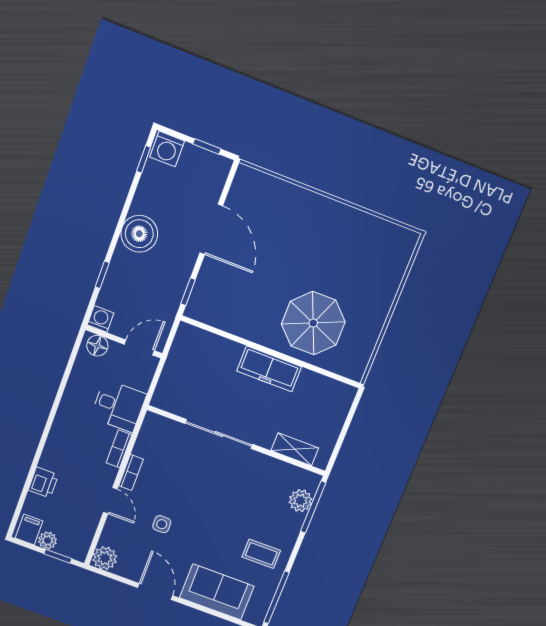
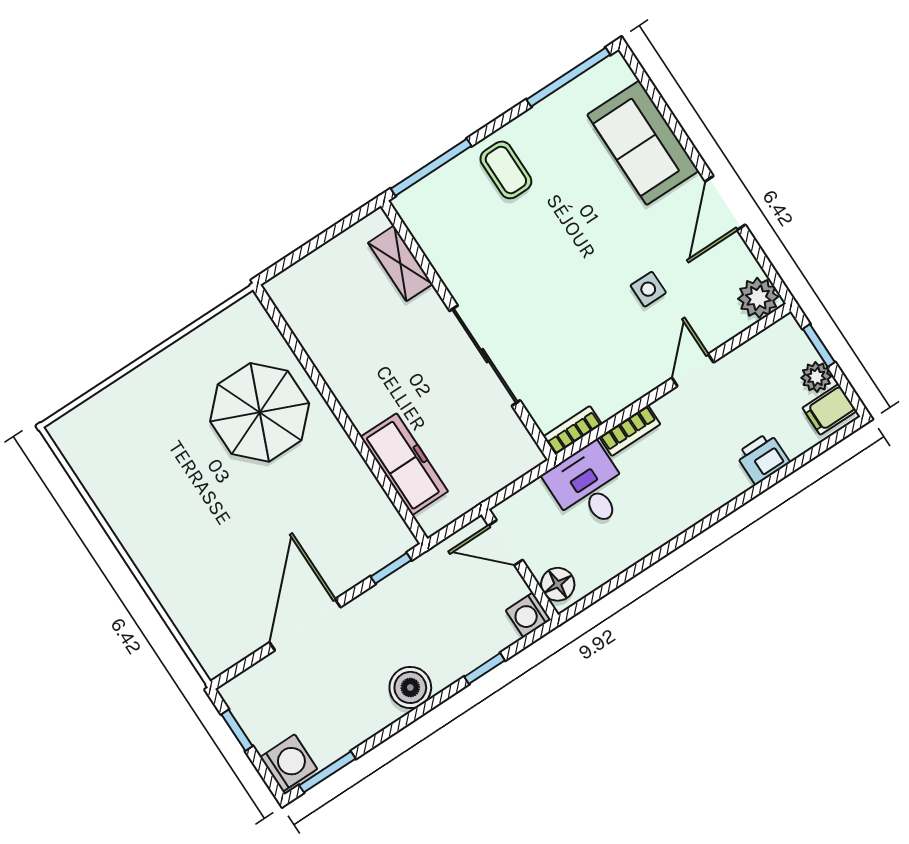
window: (144, 159) -> (327, 772), width x1.50
boiler: (139, 234) -> (410, 687), width x0.73, depth x0.73
freezer: (269, 369) -> (404, 464), moved
bookcase: (131, 472) -> (573, 430), moved
plant: (300, 501) -> (442, 188), removed
coffee table: (261, 554) -> (506, 170), moved

